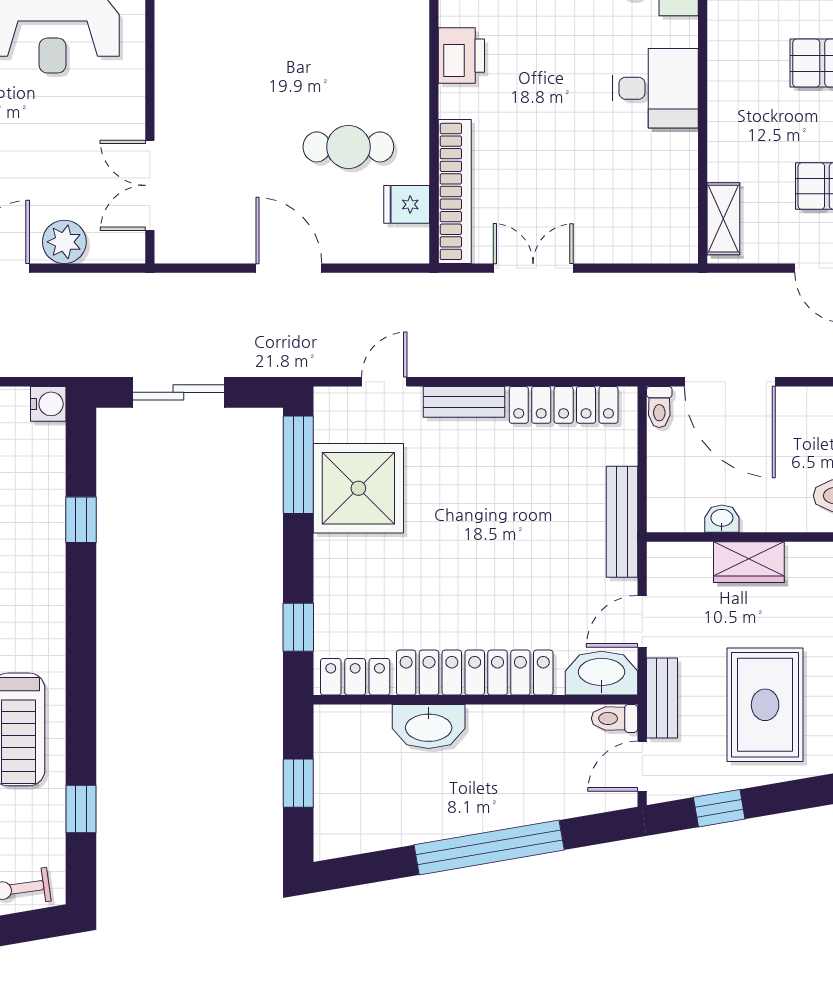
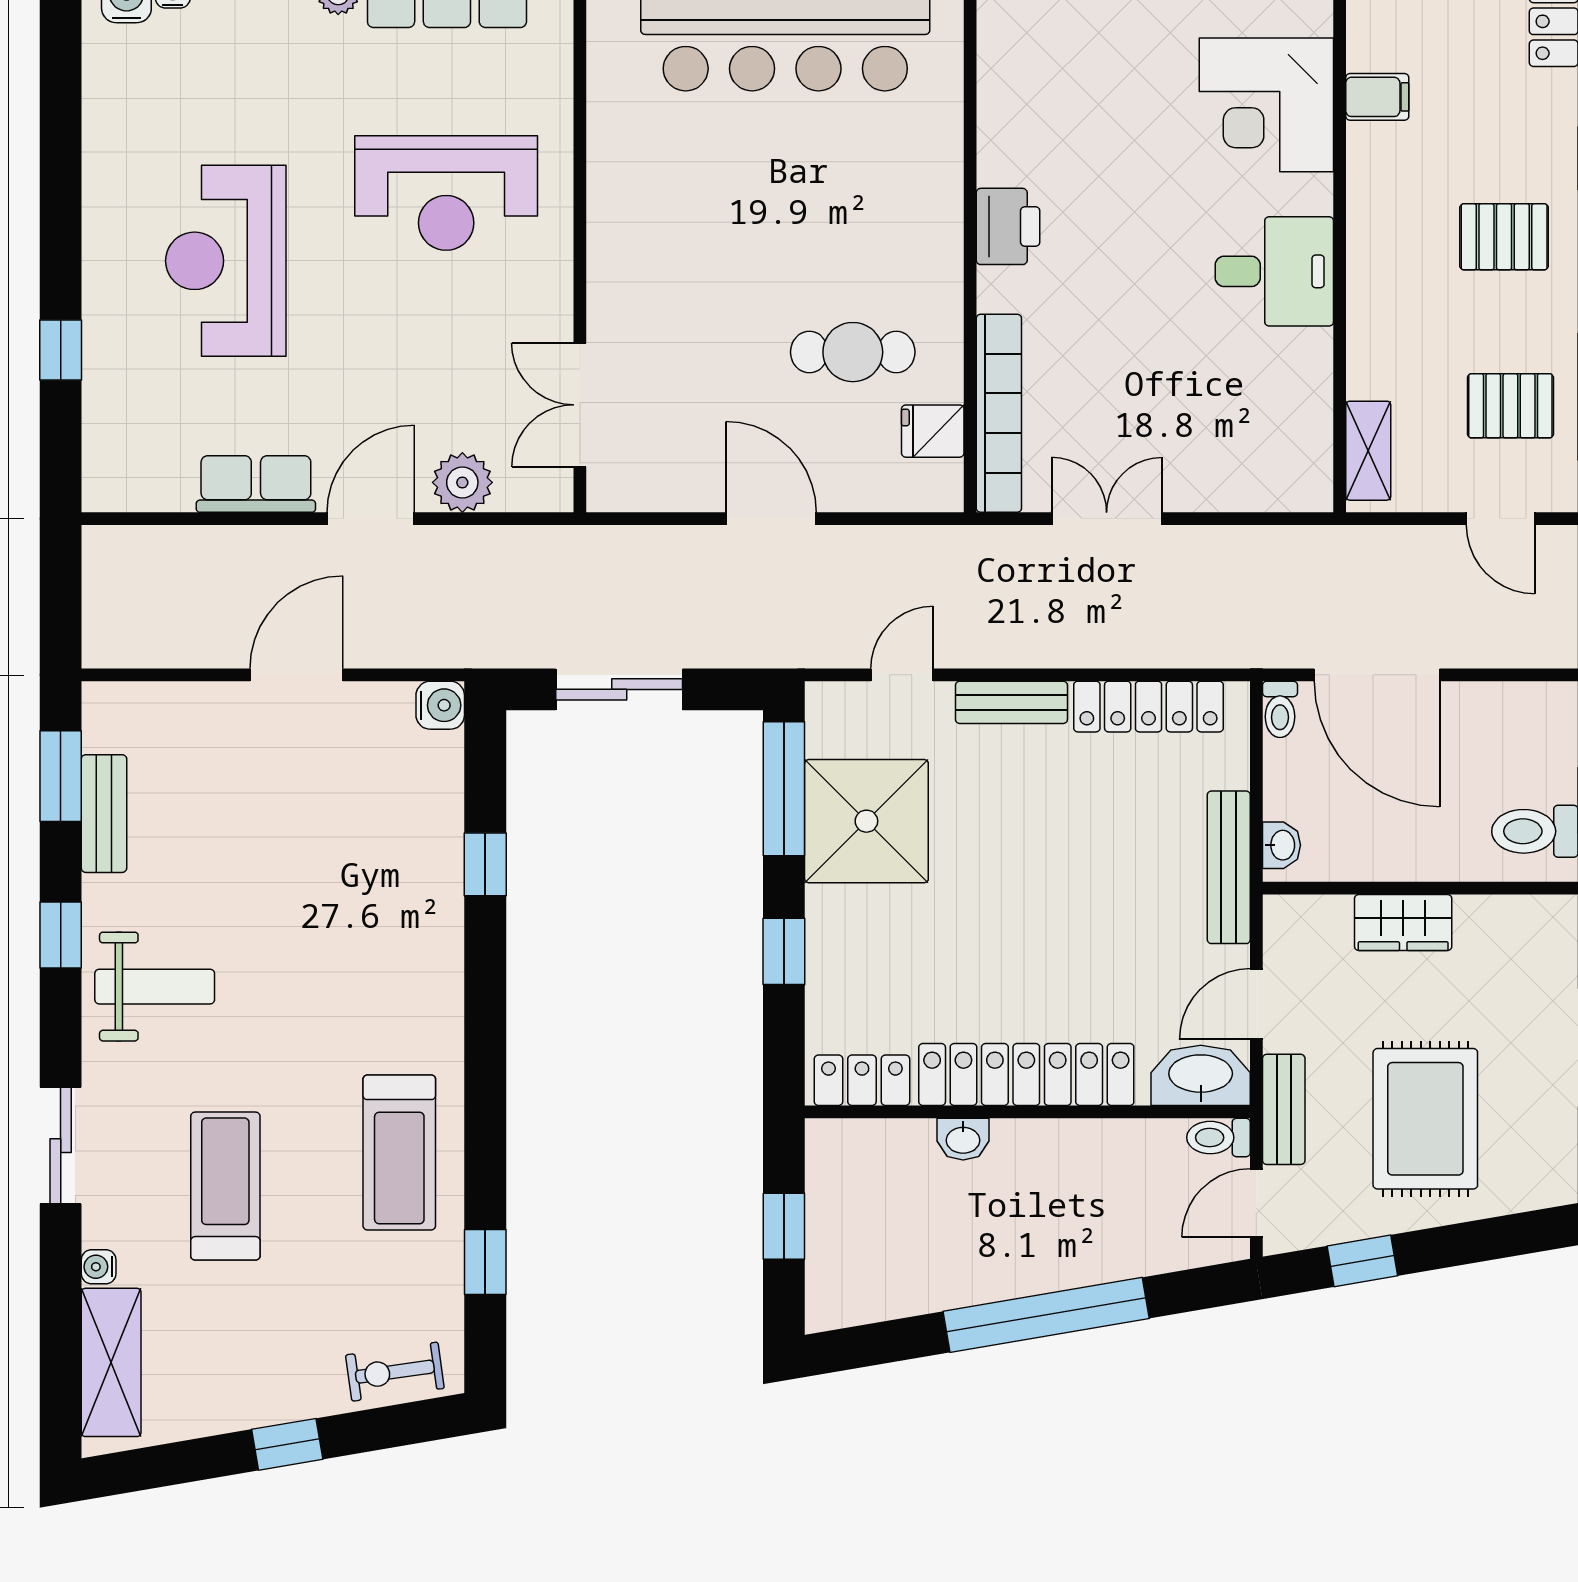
washbasin: (722, 519) -> (1282, 845), moved, turned 90
window: (298, 627) -> (784, 951), moved
washbasin: (429, 726) -> (963, 1139), width x0.52, depth x0.69

